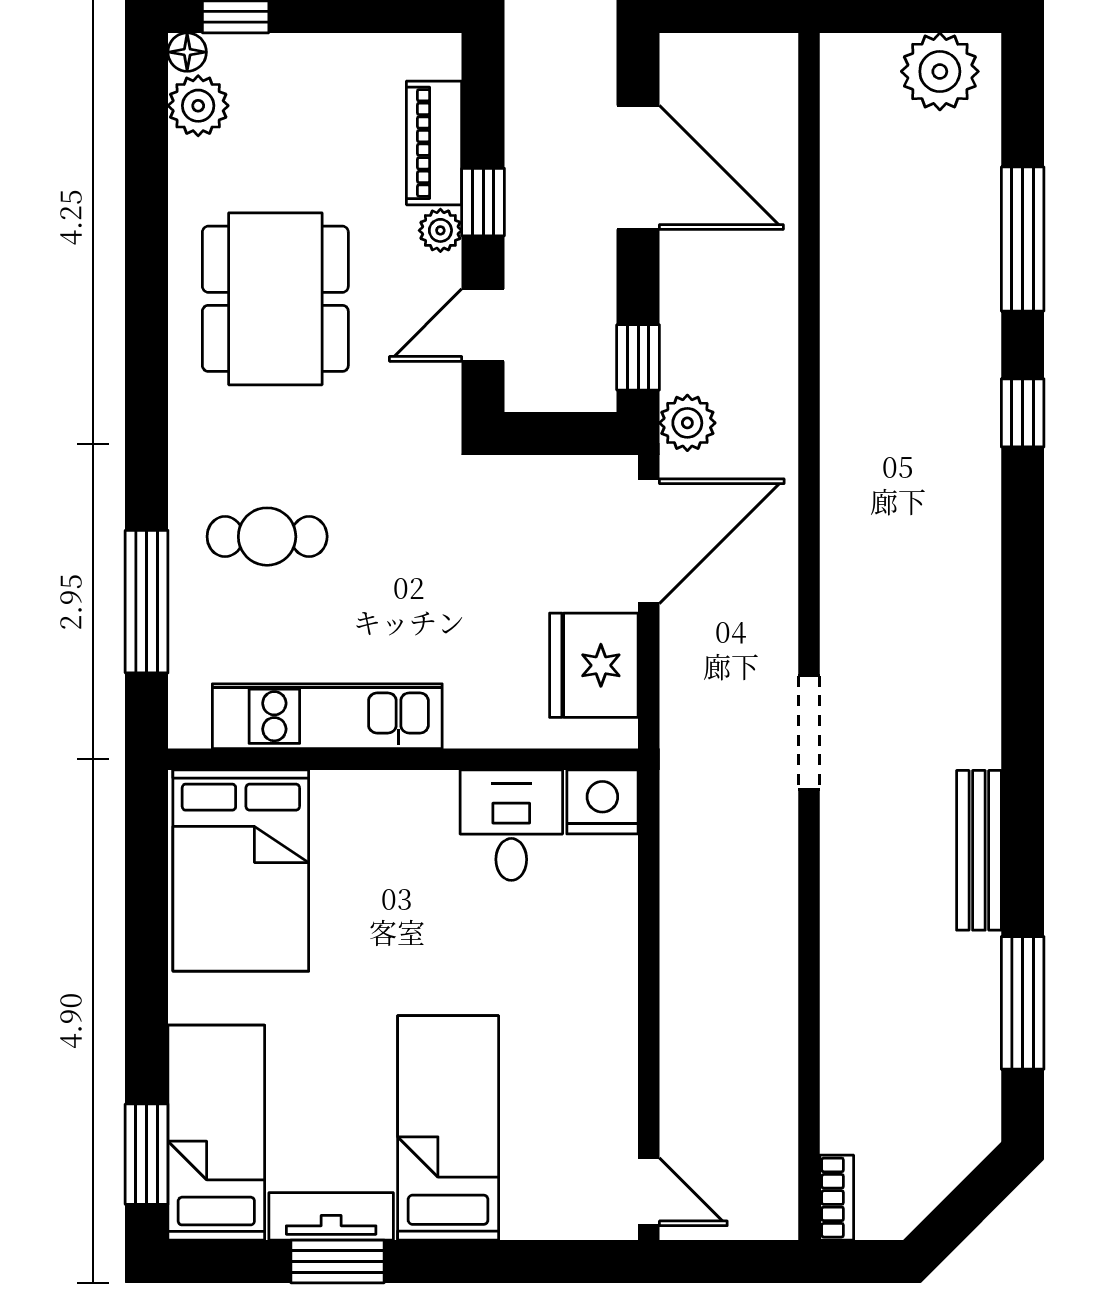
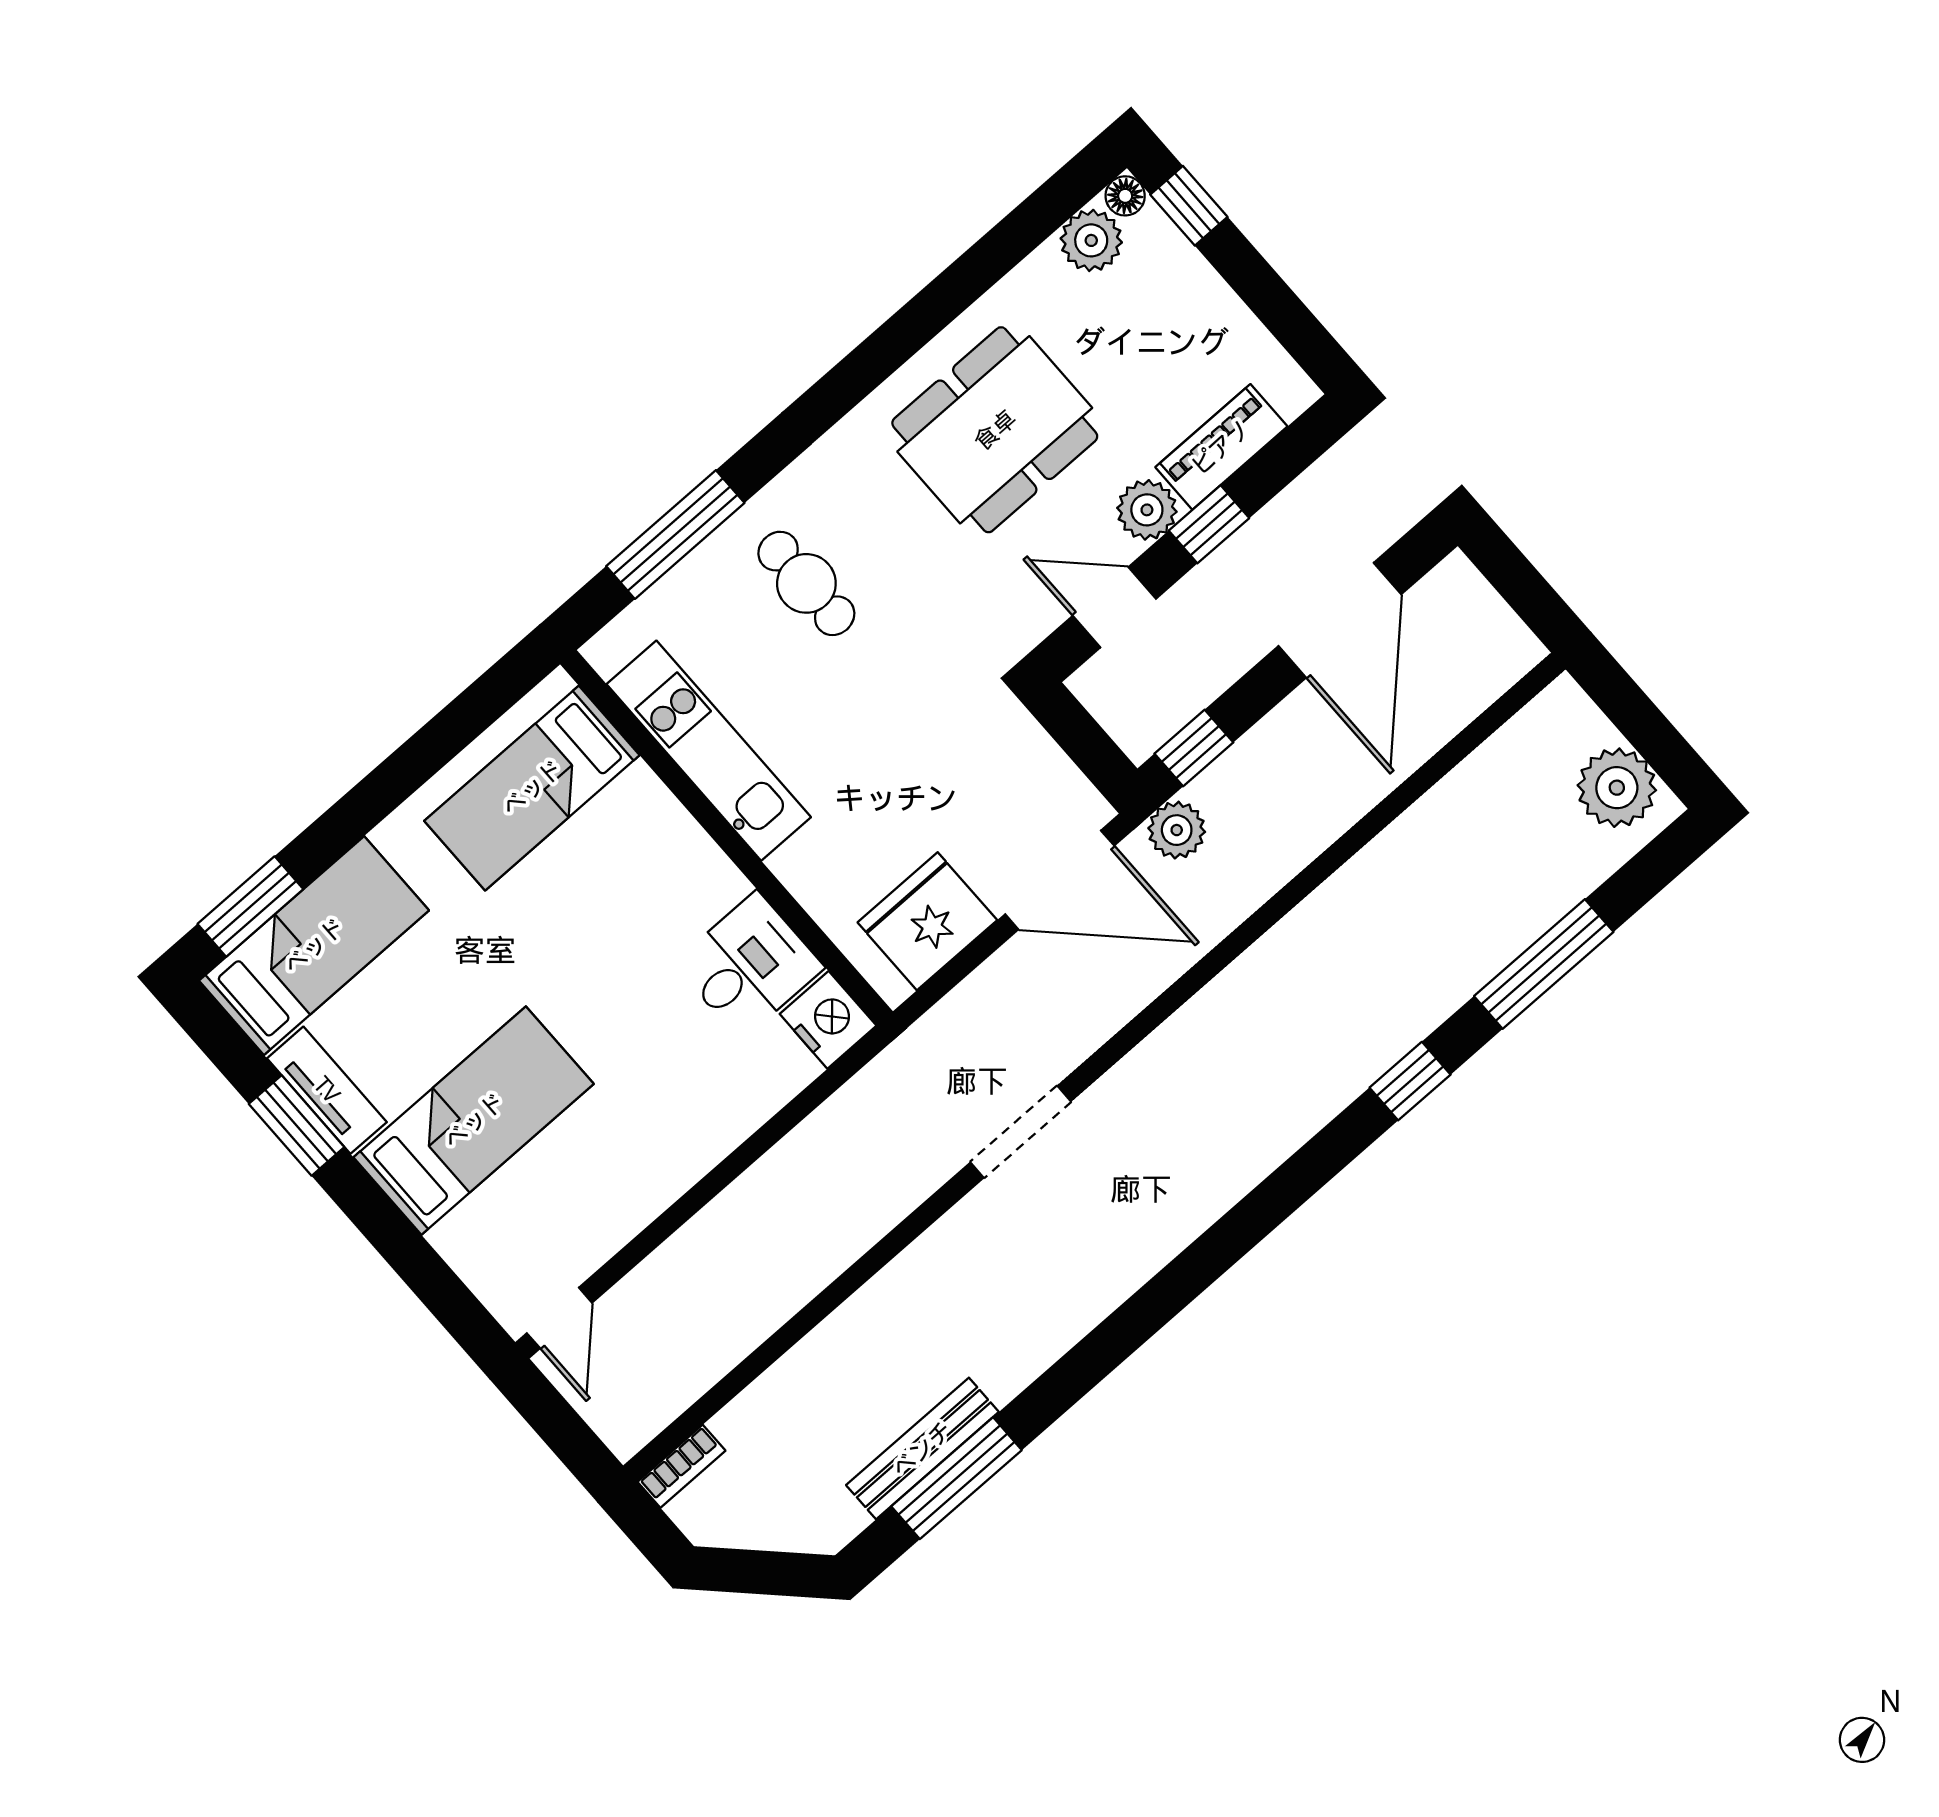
plant: (440, 230) -> (1147, 510), width x1.38, depth x1.38
bench: (979, 850) -> (922, 1449), moved
bed: (241, 871) -> (532, 788), width x0.67

